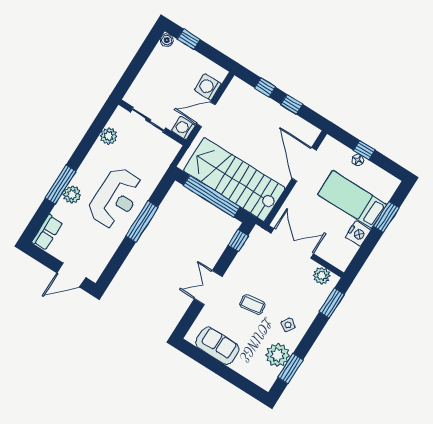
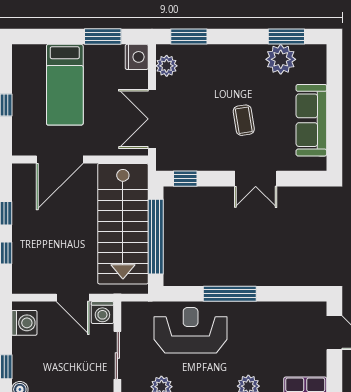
washing machine: (208, 87) -> (24, 323), moved, turned -90
floor lamp: (358, 160) -> (19, 105), removed
reception desk: (116, 198) -> (191, 330), moved
window: (386, 217) -> (103, 37), moved
nightstand: (358, 234) -> (137, 57), moved, turned 90
side table: (288, 325) -> (242, 69), removed
sofa: (217, 346) -> (311, 120), width x1.36

